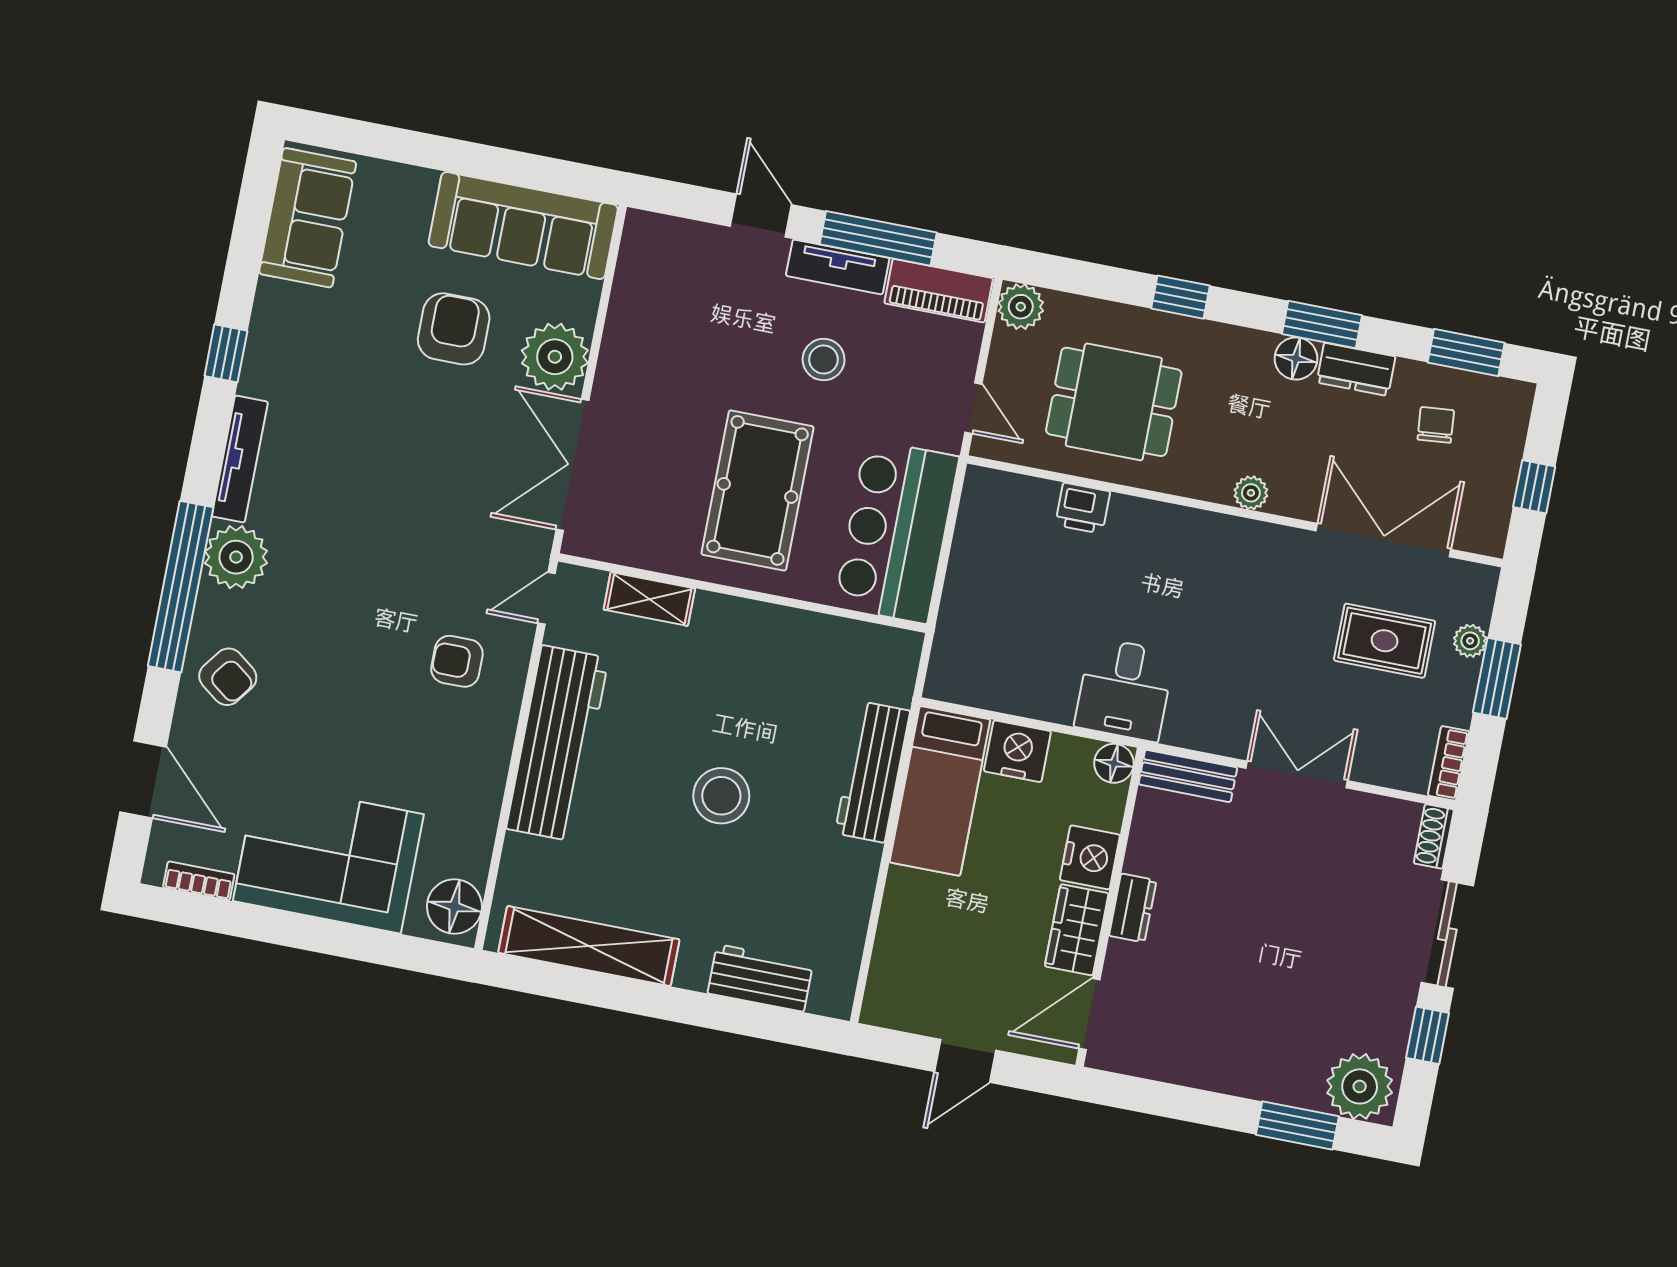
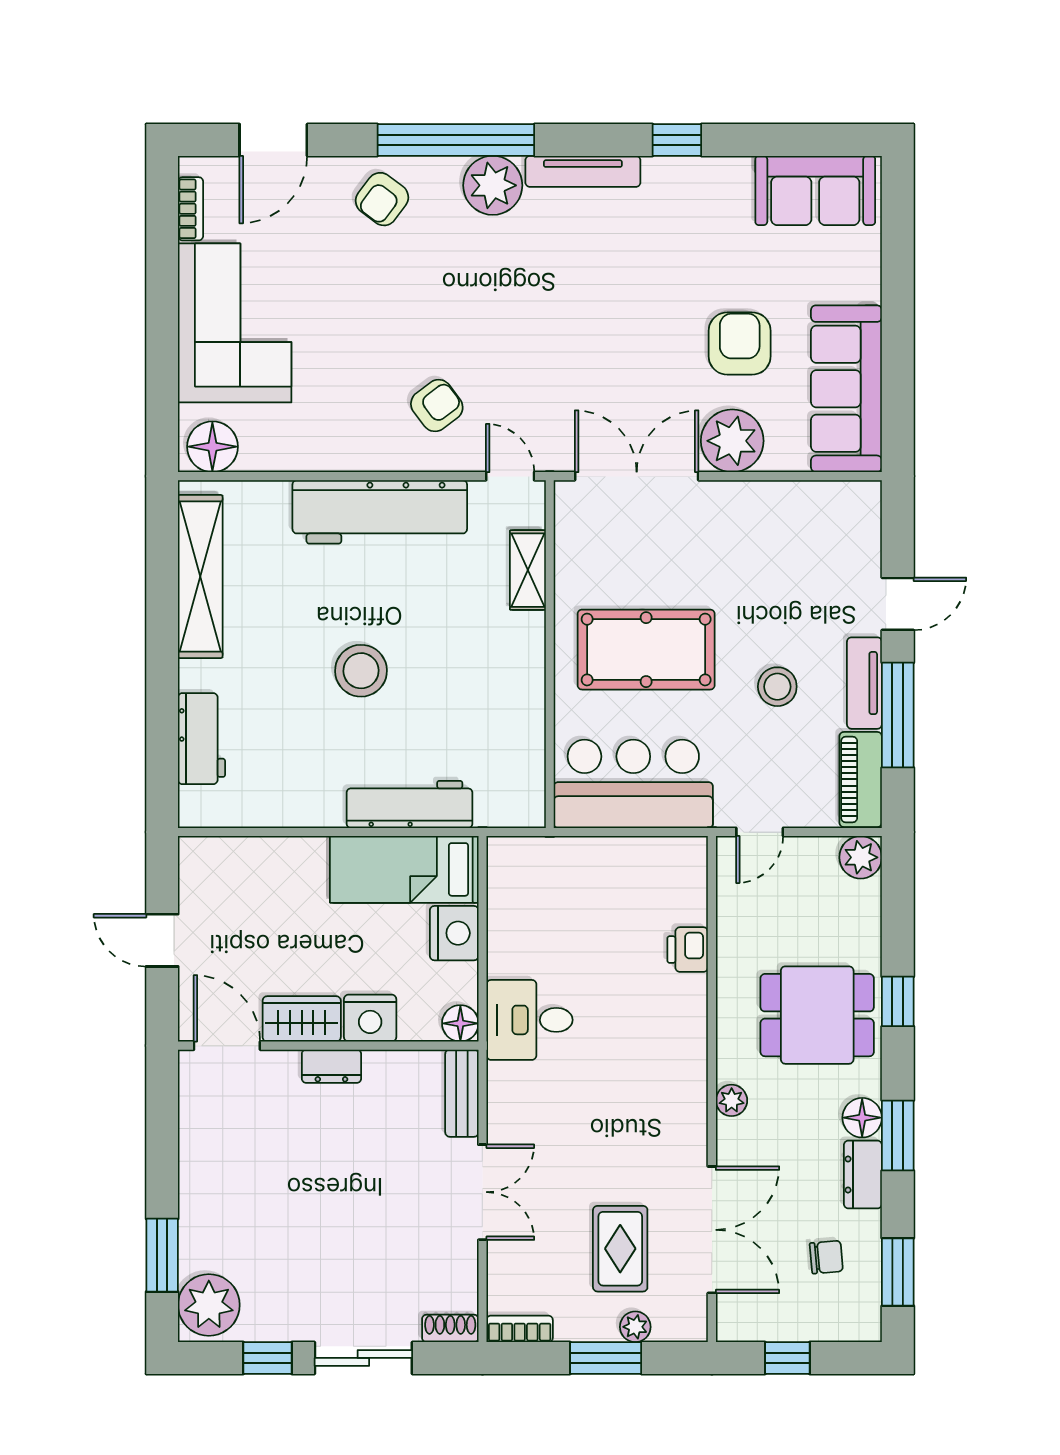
armchair: (454, 329) -> (740, 343), turned -90
dining table: (1114, 402) -> (817, 1015), moved, turned 90
armchair: (457, 661) -> (437, 405), turned 53

